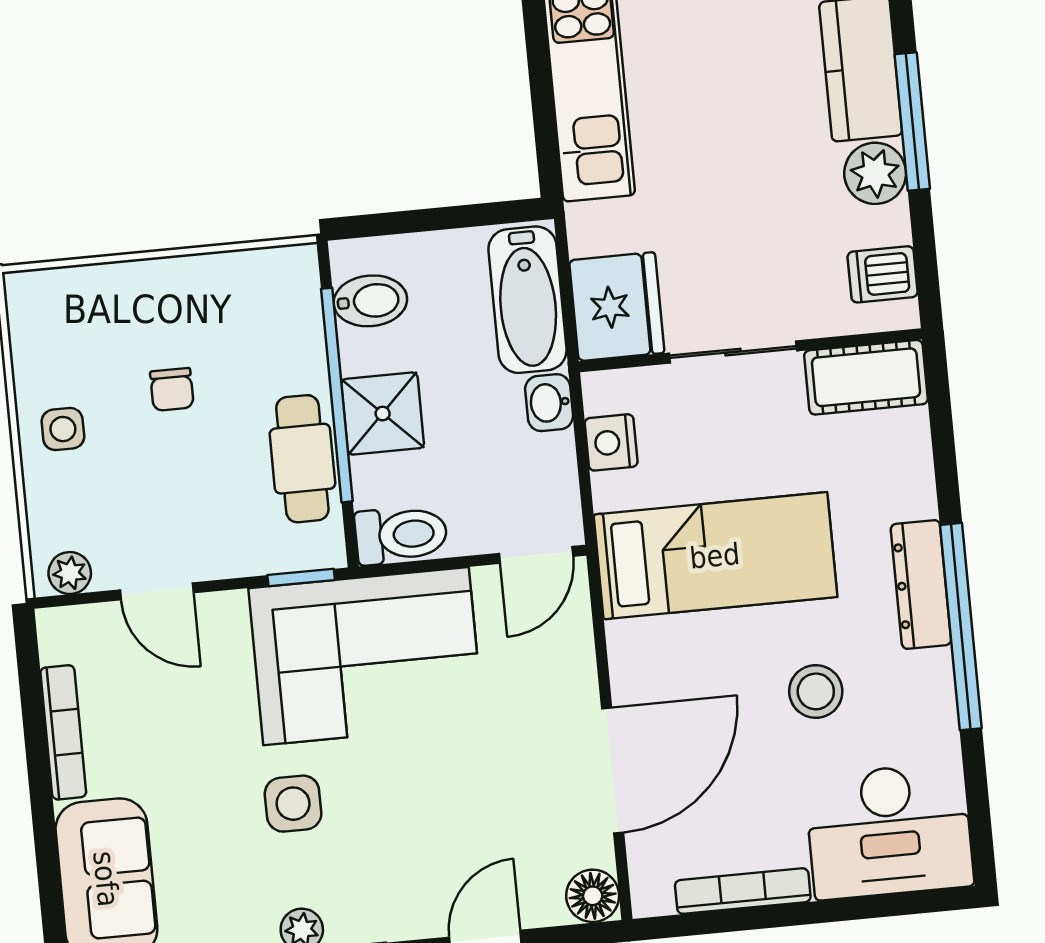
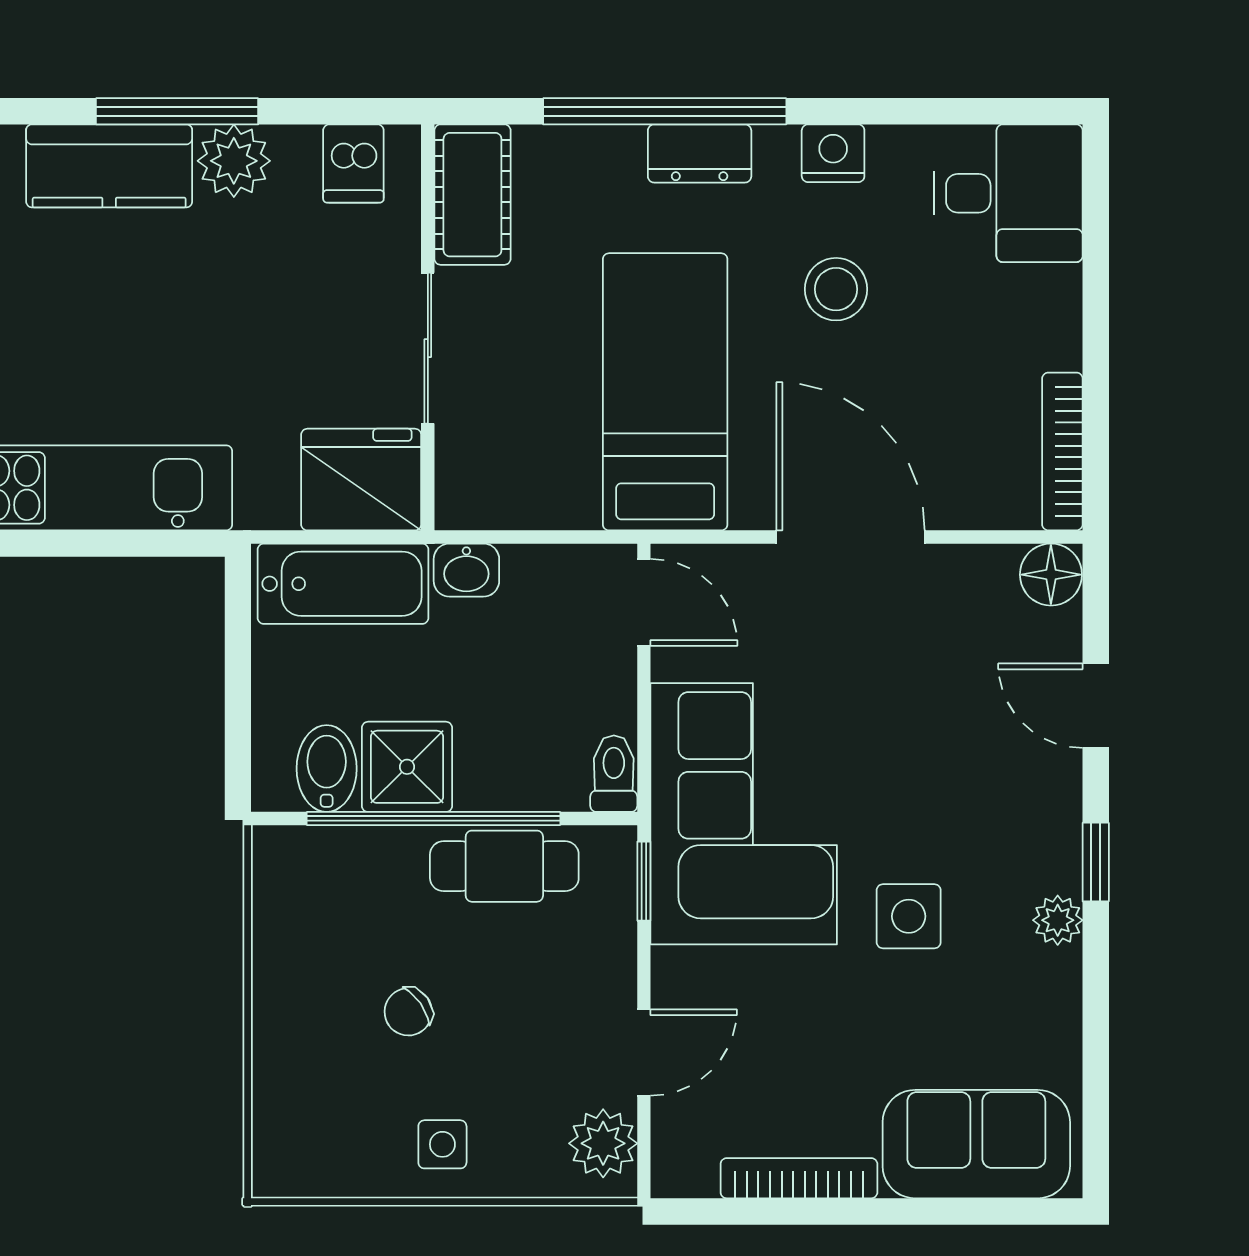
chair: (172, 389) -> (408, 1012), turned 145
shower: (383, 414) -> (407, 767), moved
nightstand: (611, 442) -> (833, 153), moved, turned 180
toilet: (401, 535) -> (614, 774), width x0.73, depth x0.72
plant: (70, 573) -> (603, 1143), width x1.38, depth x1.38
dresser: (921, 584) -> (700, 153), width x0.70
window: (961, 627) -> (665, 111), moved
door: (613, 770) -> (851, 537), moved
desk: (889, 831) -> (1008, 193), width x0.73
bookcase: (743, 891) -> (1062, 451), moved

